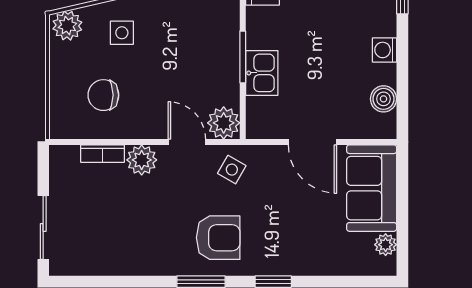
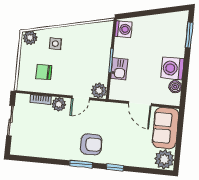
washing machine: (385, 50) -> (172, 68), width x1.89, depth x1.89
door: (187, 142) -> (81, 98), swing flipped
side table: (232, 170) -> (101, 113), removed
sliding door: (43, 227) -> (10, 121), moved
plant: (386, 245) -> (164, 159), width x1.88, depth x1.88

